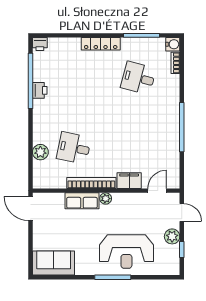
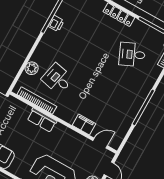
desk: (138, 78) -> (132, 54), turned -39
bookcase: (91, 183) -> (37, 100), moved
plant: (106, 199) -> (60, 128), removed

